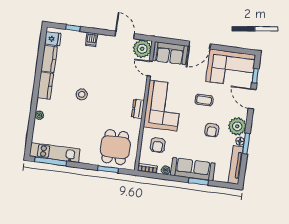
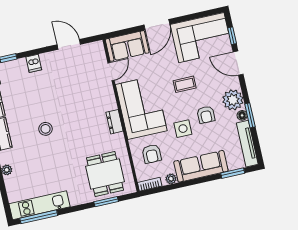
plant: (142, 49) -> (94, 53), removed
door: (150, 69) -> (111, 72), swing flipped
side table: (190, 134) -> (183, 129), added
window: (198, 181) -> (233, 173), moved

